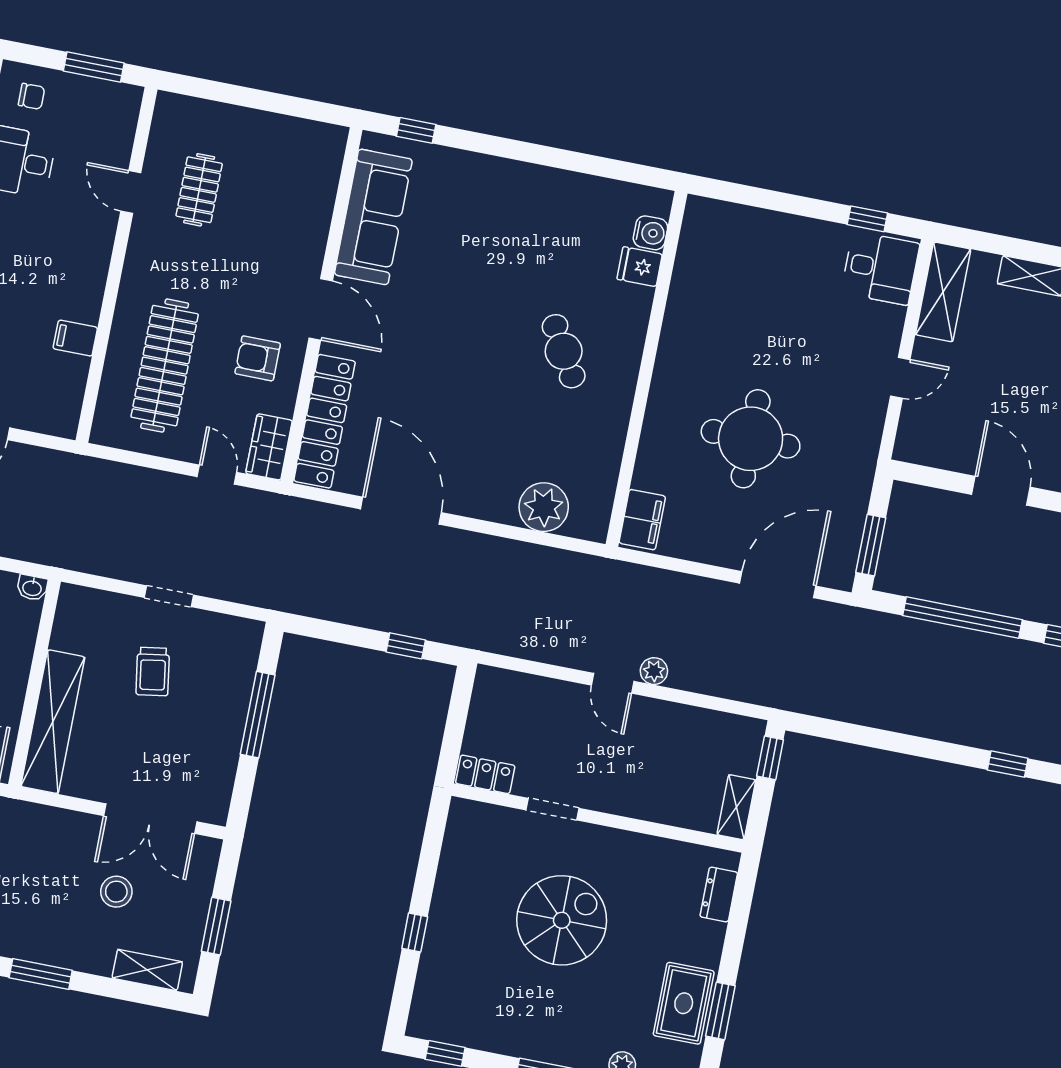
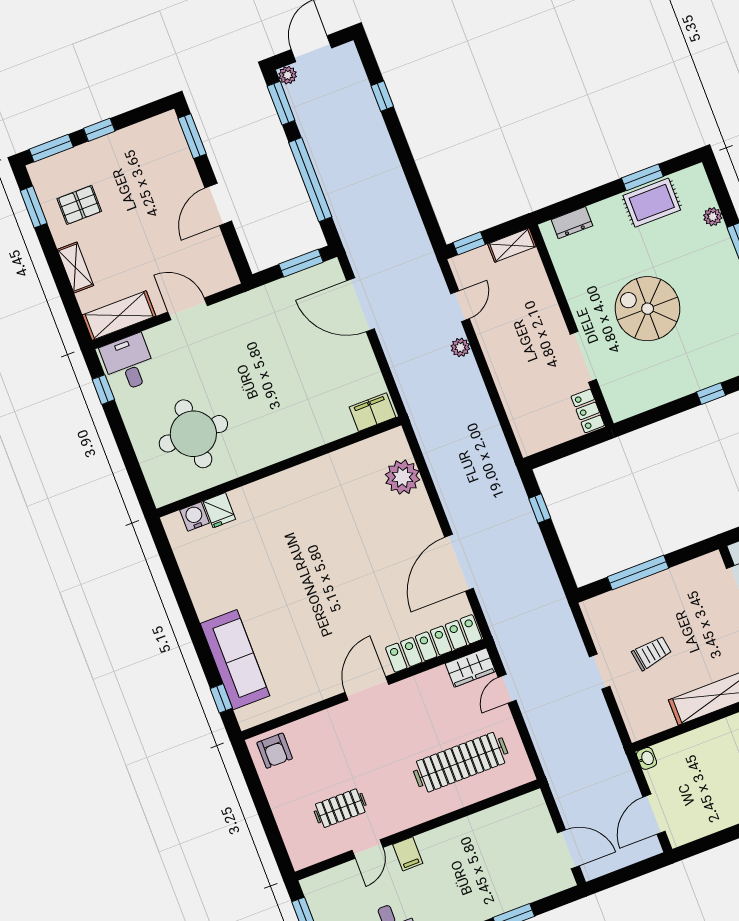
sofa: (373, 217) -> (235, 660), moved, turned 90
filing cabinet: (75, 338) -> (408, 854), moved
cafe table: (564, 351) -> (300, 524), removed
armchair: (258, 358) -> (275, 751), moved
door: (900, 378) -> (188, 309), width x1.37
round table: (751, 439) -> (193, 434), moved
door: (613, 683) -> (460, 306), moved
doorway: (552, 809) -> (583, 357), width x1.38

